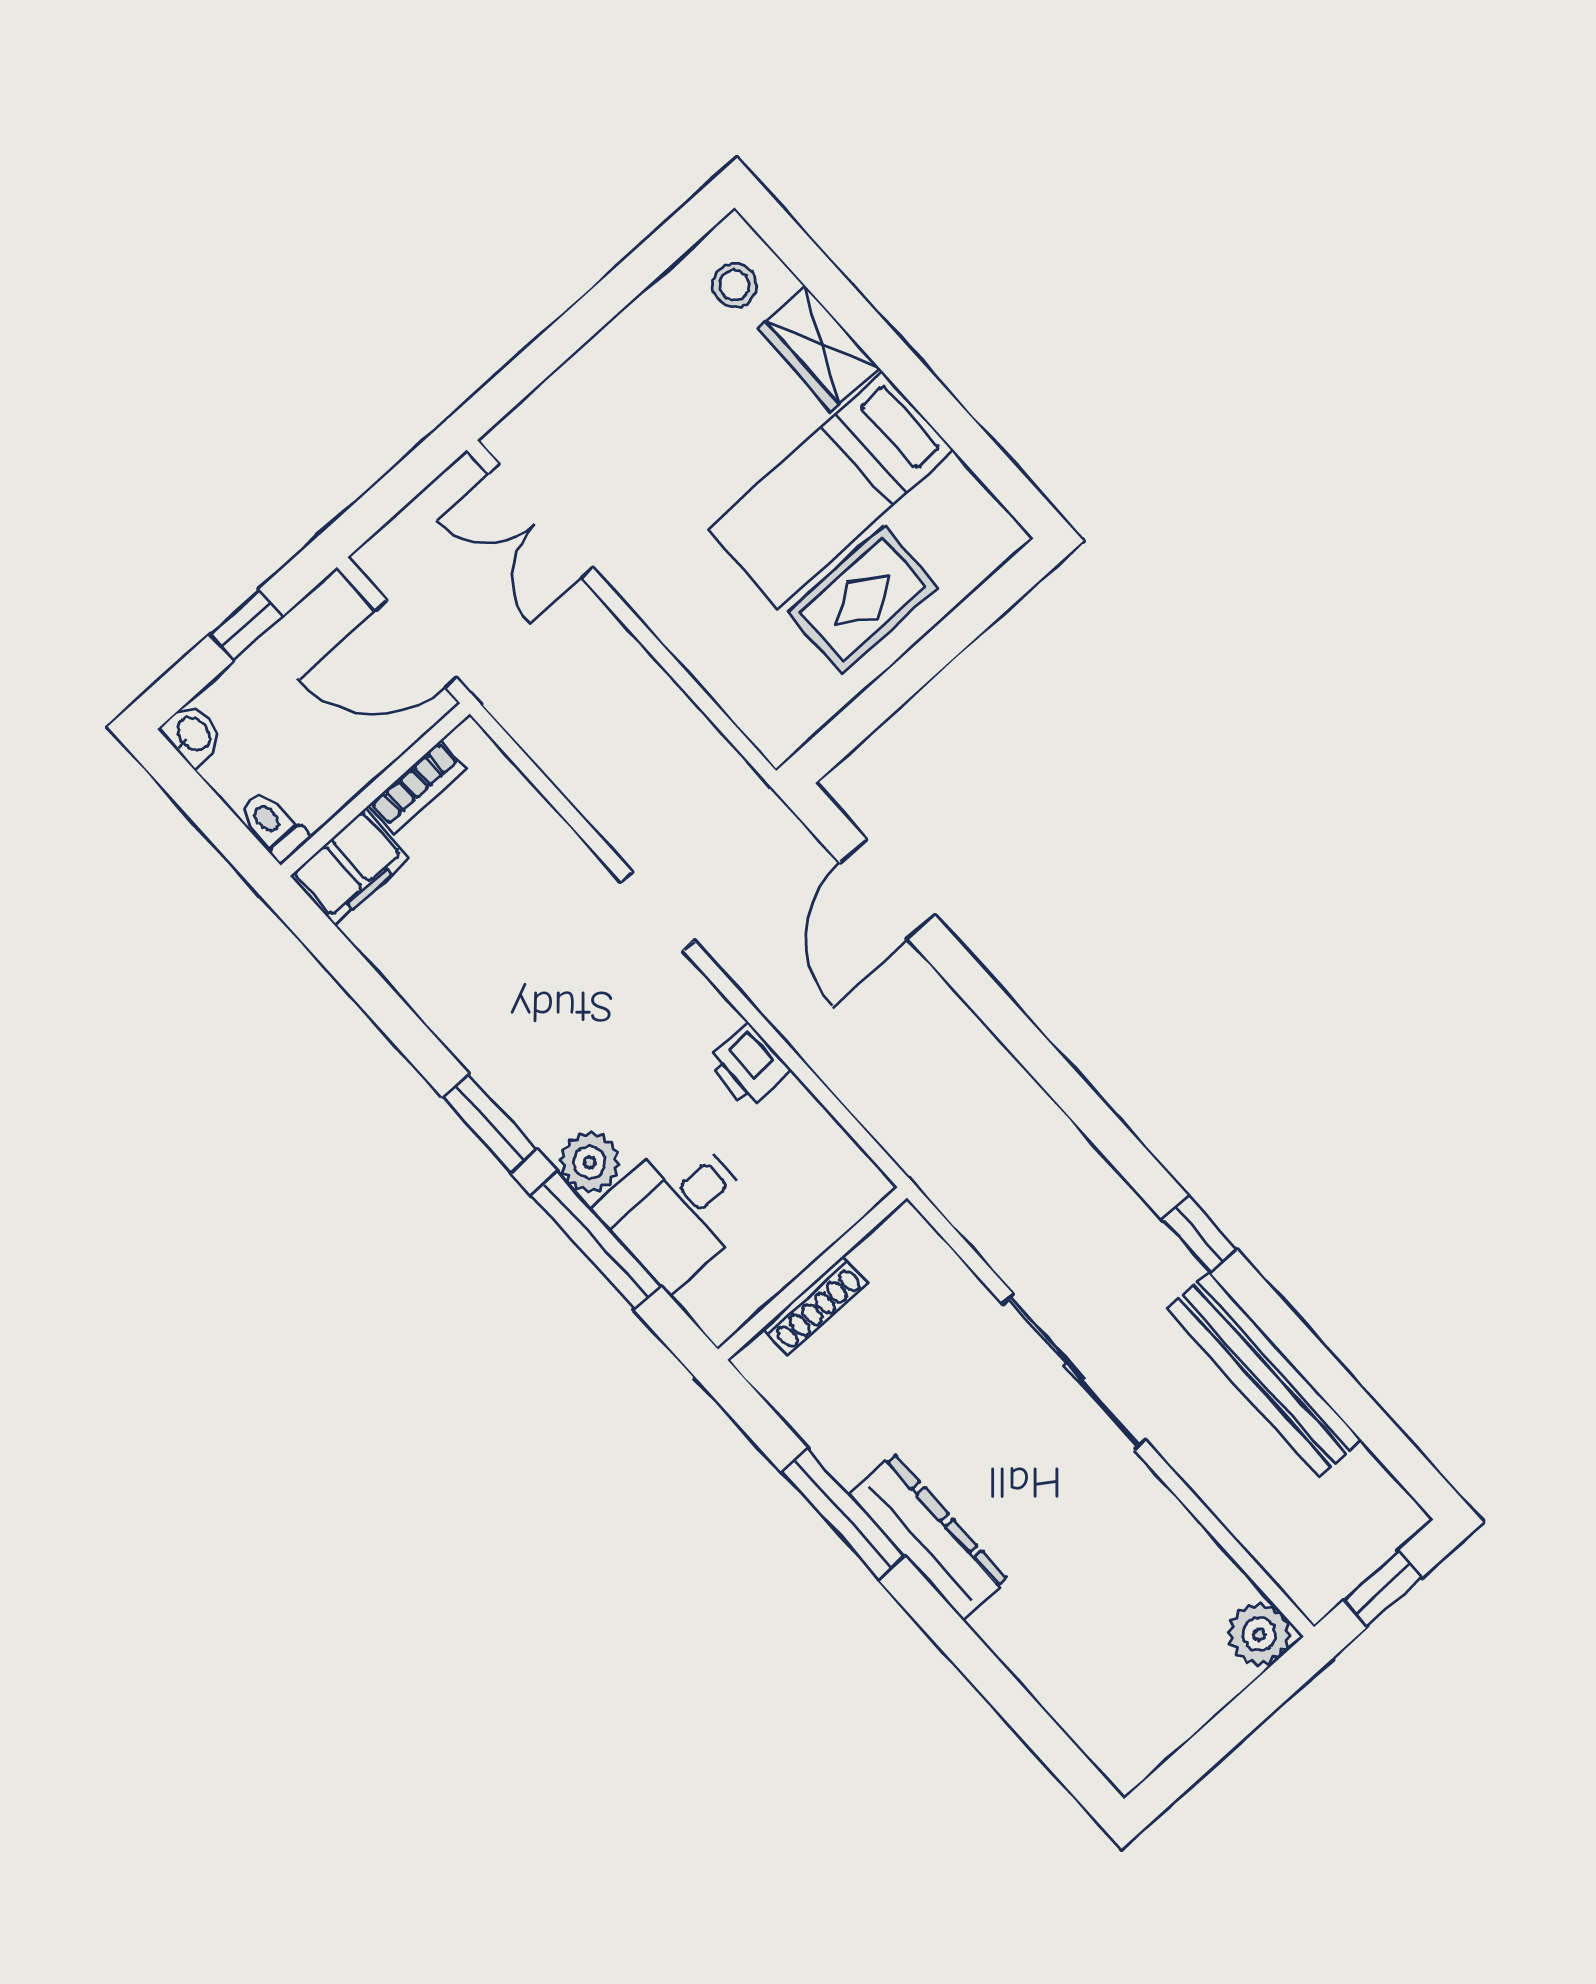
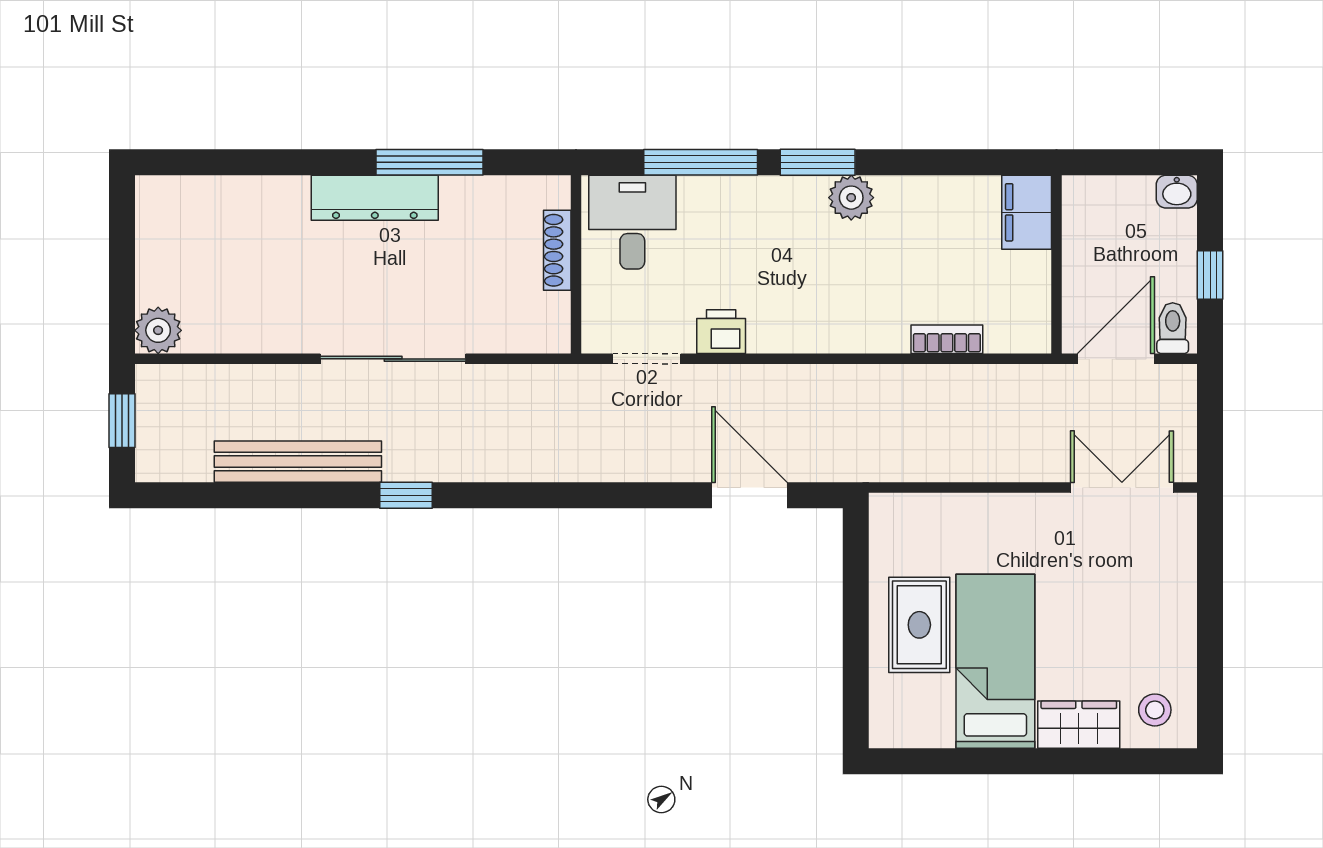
bookcase: (417, 787) -> (947, 339), moved, turned 90
toilet: (273, 826) -> (1173, 328), moved, turned -90
doorway: (658, 911) -> (647, 359), moved
plant: (590, 1162) -> (851, 198), moved
desk: (678, 1210) -> (632, 222), moved

